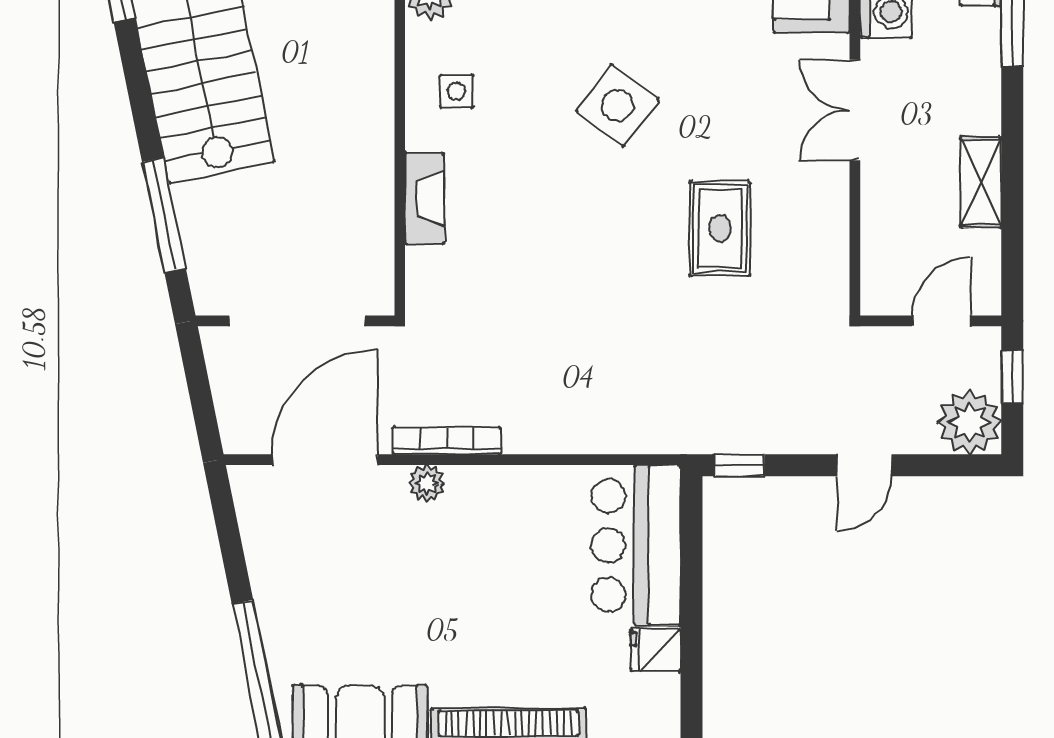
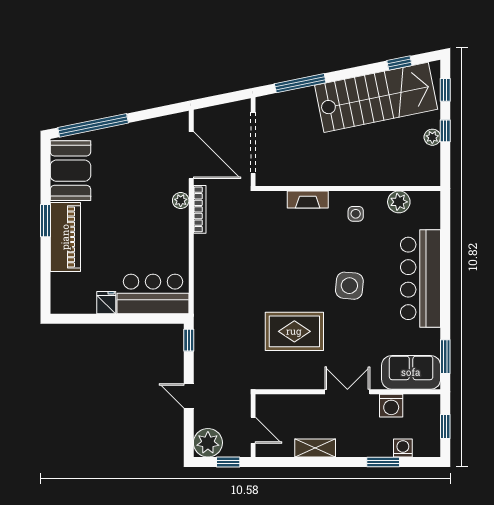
side table: (617, 105) -> (349, 286), turned -32
rug: (720, 229) -> (294, 331), width x1.36, depth x1.43

